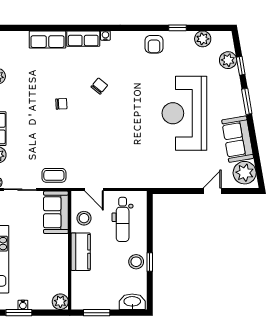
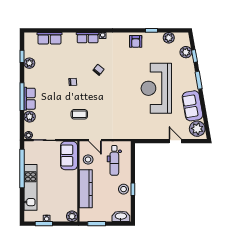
row of seats: (48, 40) -> (49, 38), moved
coffee table: (54, 175) -> (79, 114), moved
door: (212, 191) -> (175, 141), hinge flipped
kitchen counter: (81, 252) -> (86, 189), width x1.50

